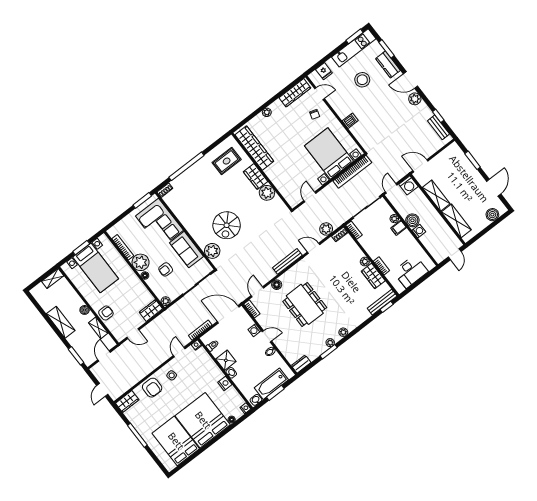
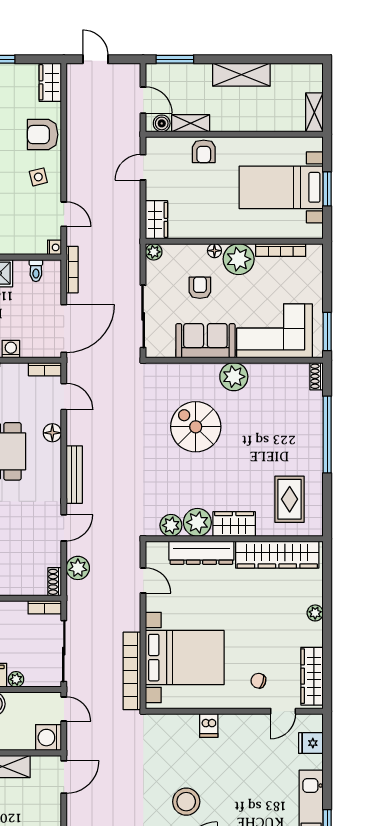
stool: (362, 80) -> (186, 802), moved
dresser: (279, 181) -> (201, 553), added
plant: (277, 203) -> (171, 525), added
plant: (212, 251) -> (234, 377), moved
boiler: (85, 310) -> (162, 123), moved

